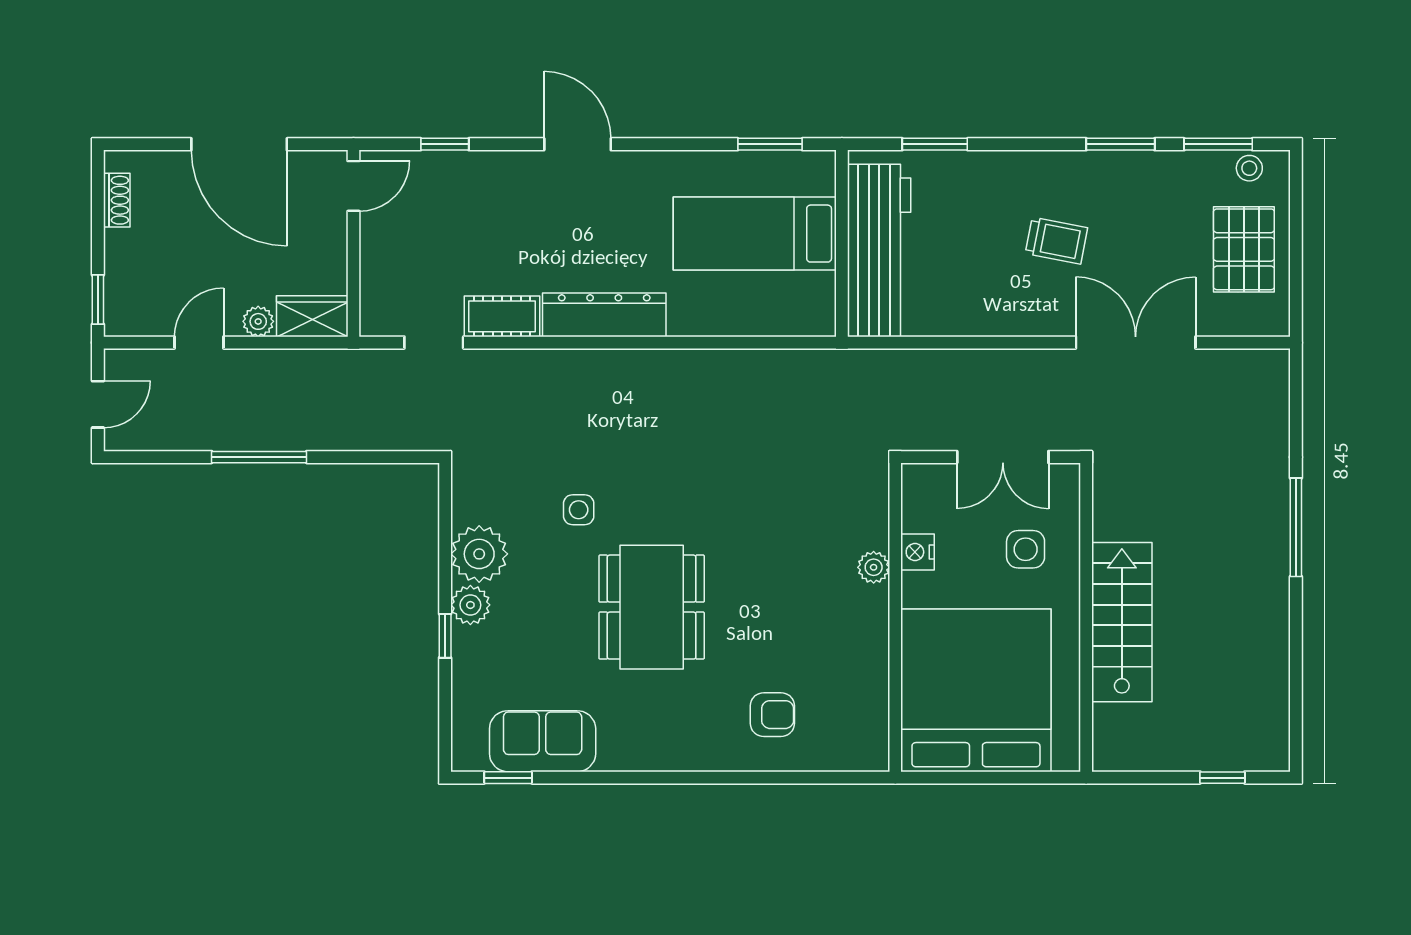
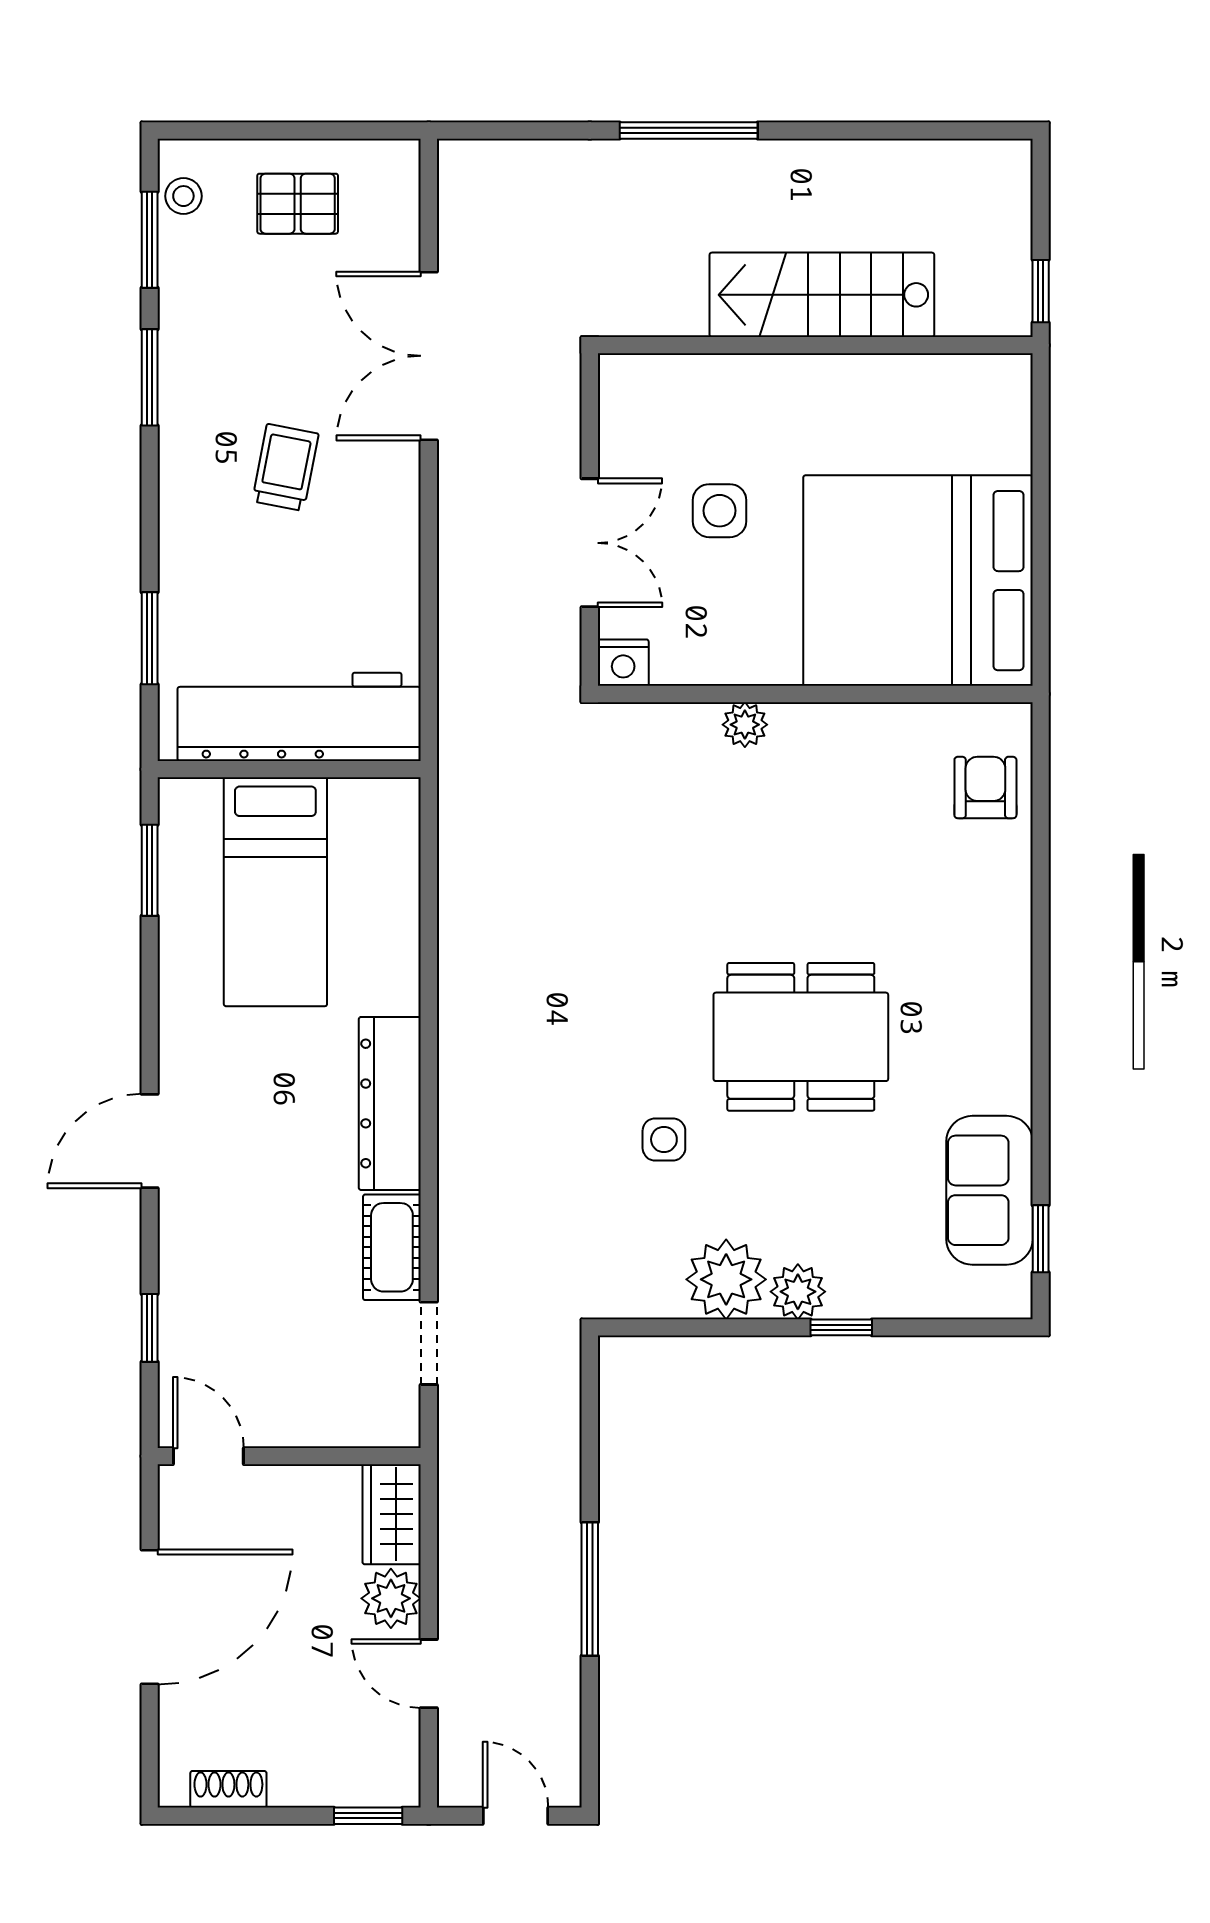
pallet: (1244, 249) -> (298, 204), width x0.67, depth x0.71
plant: (258, 321) -> (391, 1598), width x1.38, depth x1.38
nightstand: (918, 552) -> (623, 663), moved
wall: (1086, 617) -> (815, 345), moved
stairs: (1122, 622) -> (822, 295), moved
armchair: (772, 715) -> (985, 788), moved
window: (1222, 778) -> (1041, 291), moved

